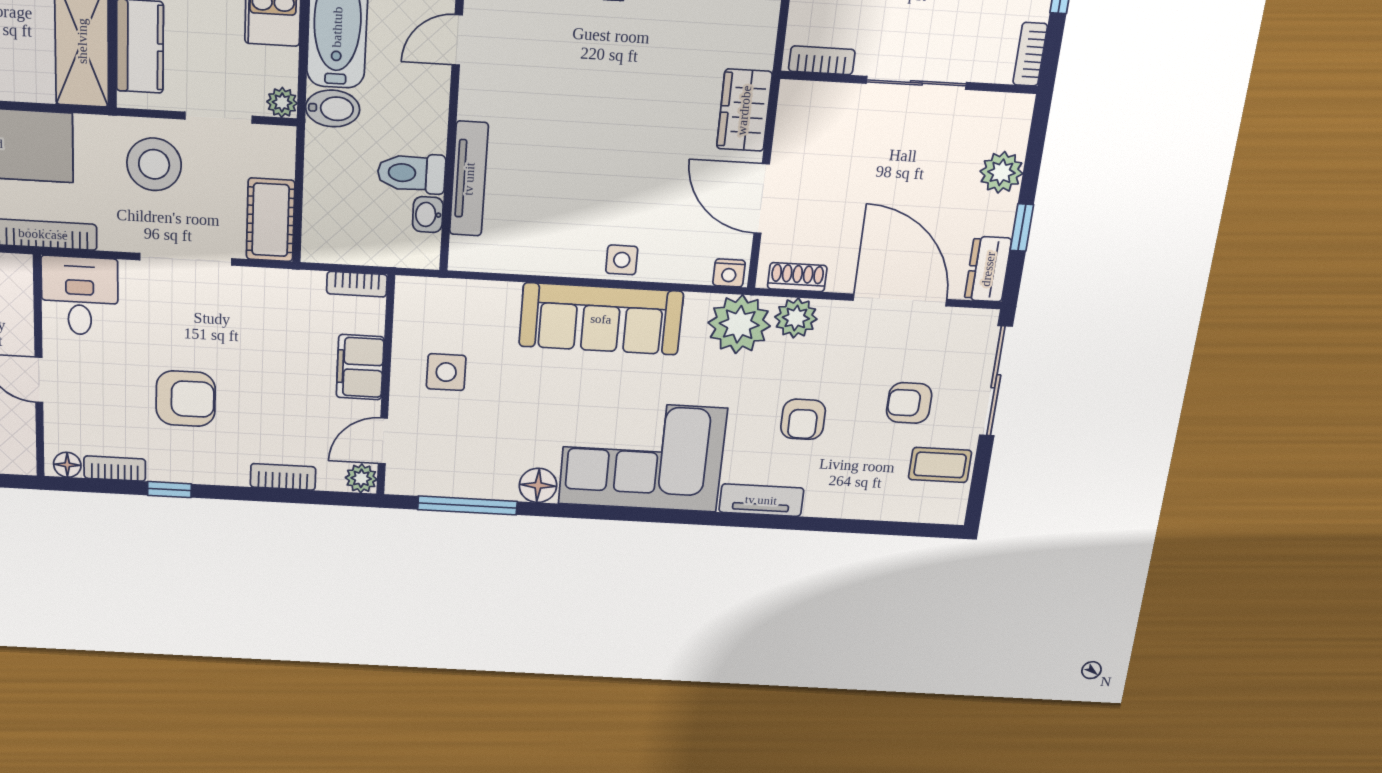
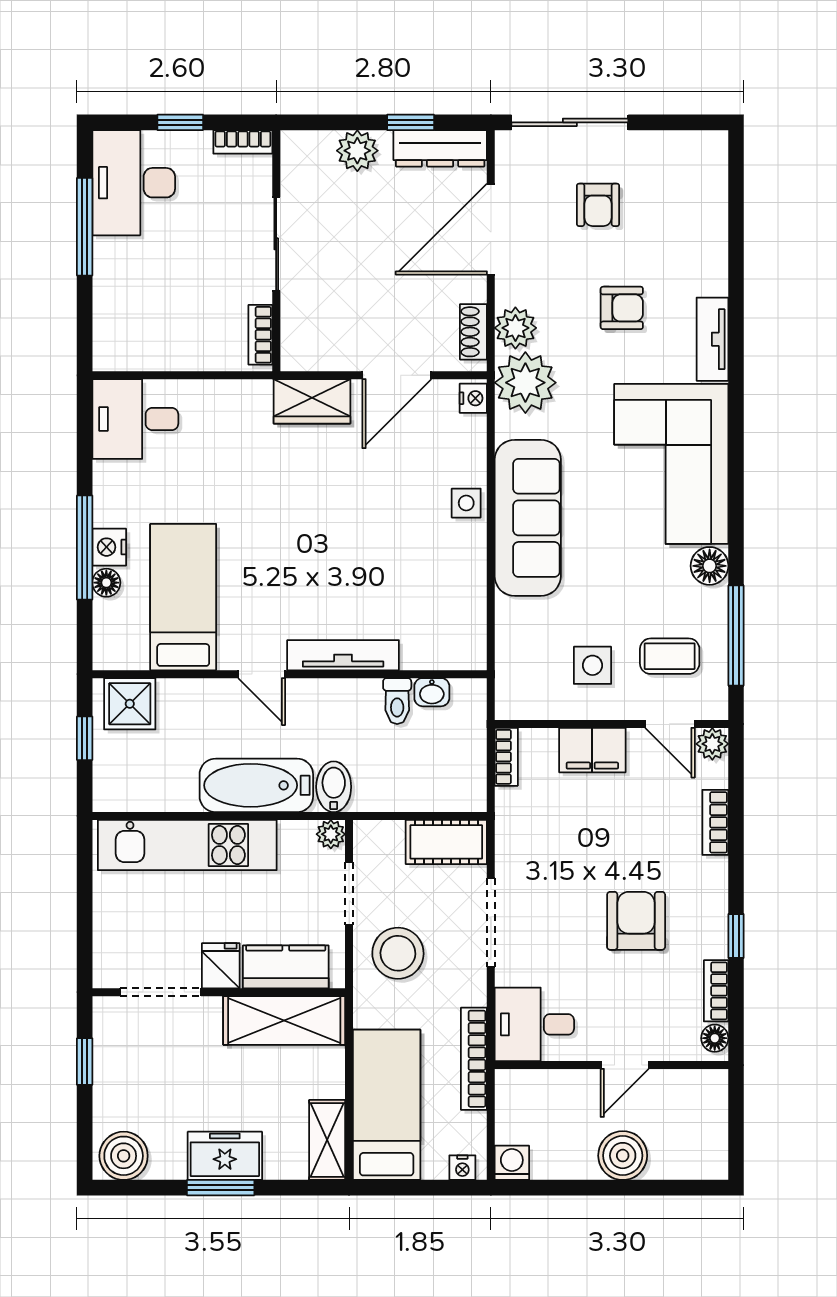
toilet: (411, 173) -> (397, 701), width x0.73, depth x0.72
tv unit: (469, 179) -> (343, 655), moved
dresser: (988, 269) -> (440, 148), width x1.44
coffee table: (940, 465) -> (670, 656), moved, turned 90

